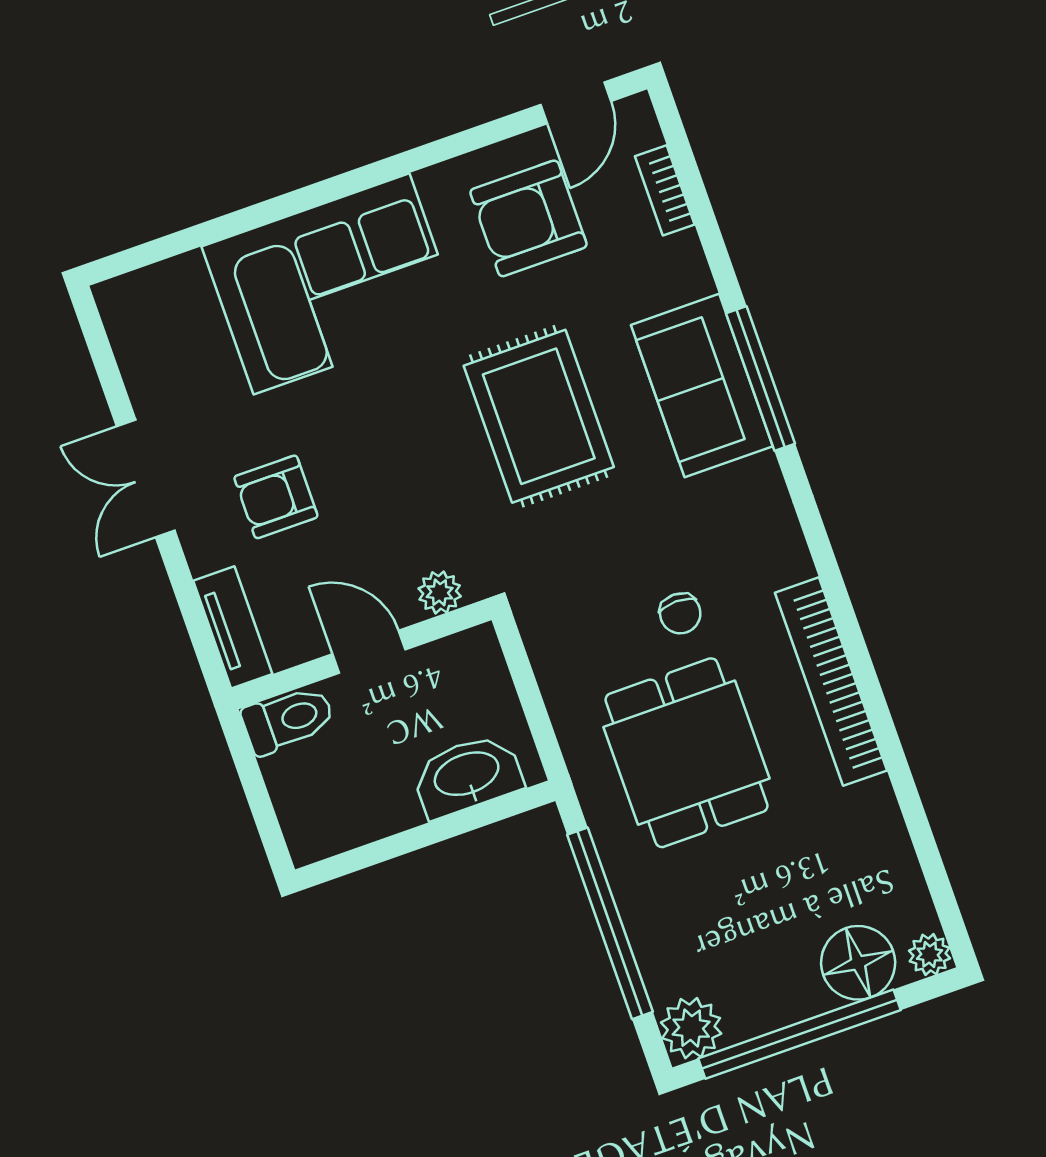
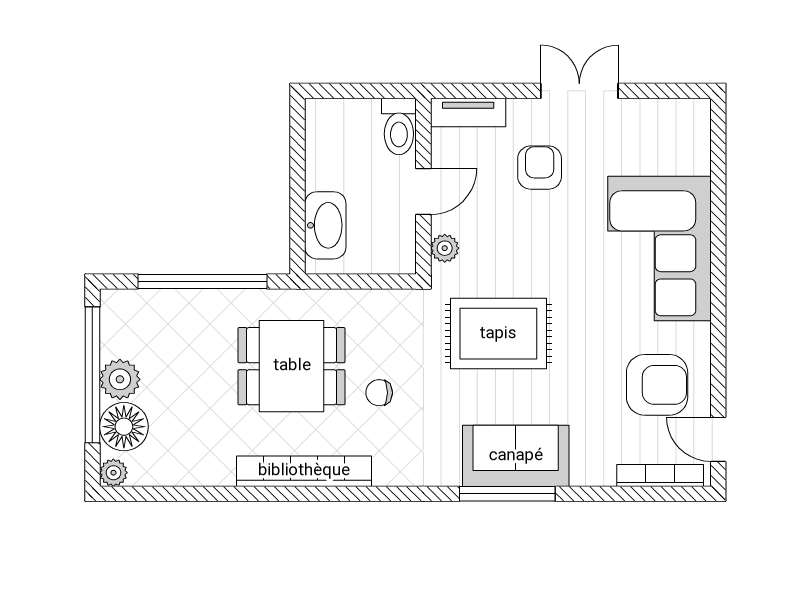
bookcase: (665, 190) -> (660, 475), width x1.56
armchair: (528, 218) -> (657, 385), turned 90
rug: (539, 416) -> (498, 334), moved
plant: (691, 1028) -> (120, 379), moved

